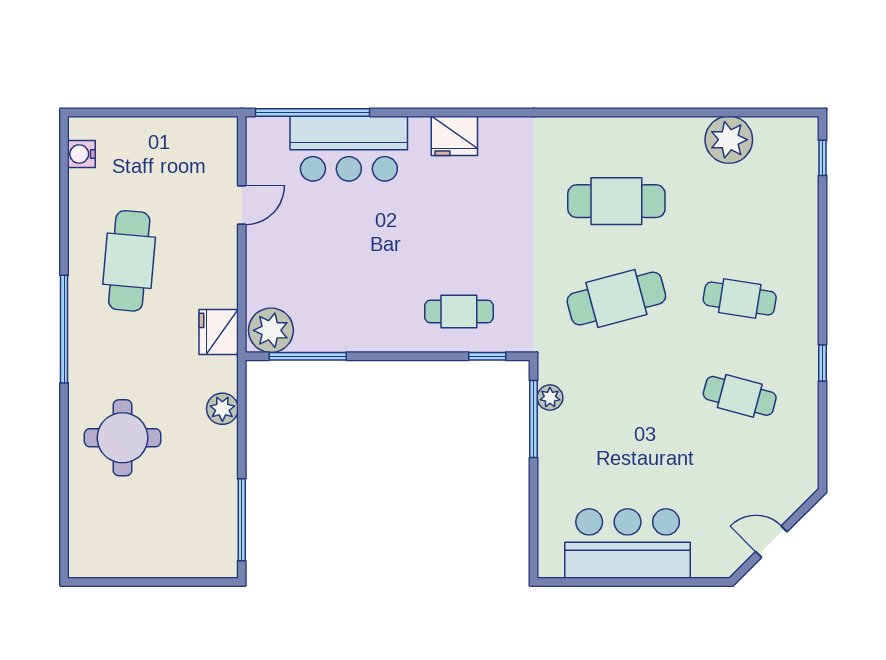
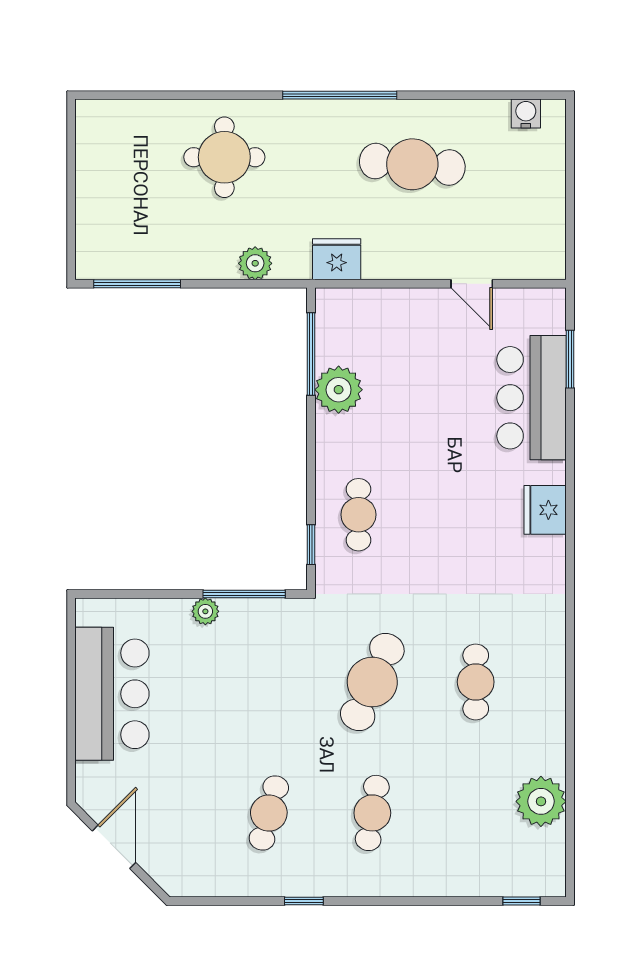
window: (313, 112) -> (570, 359), width x0.47
cafe table: (616, 201) -> (476, 682), width x0.73, depth x0.74
cafe table: (616, 299) -> (372, 682), turned 39
plant: (271, 330) -> (339, 390), moved
plant: (550, 398) -> (205, 611), moved
door: (771, 542) -> (114, 847), width x1.38

